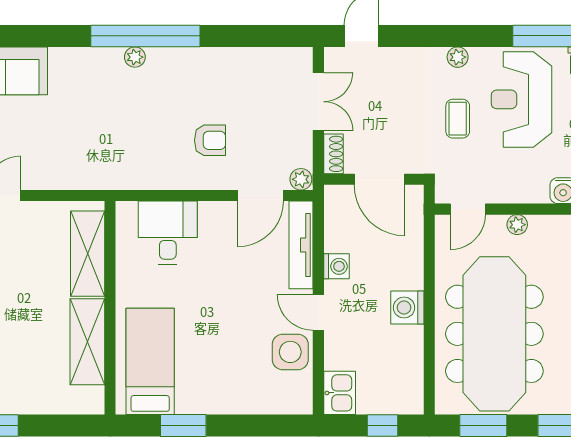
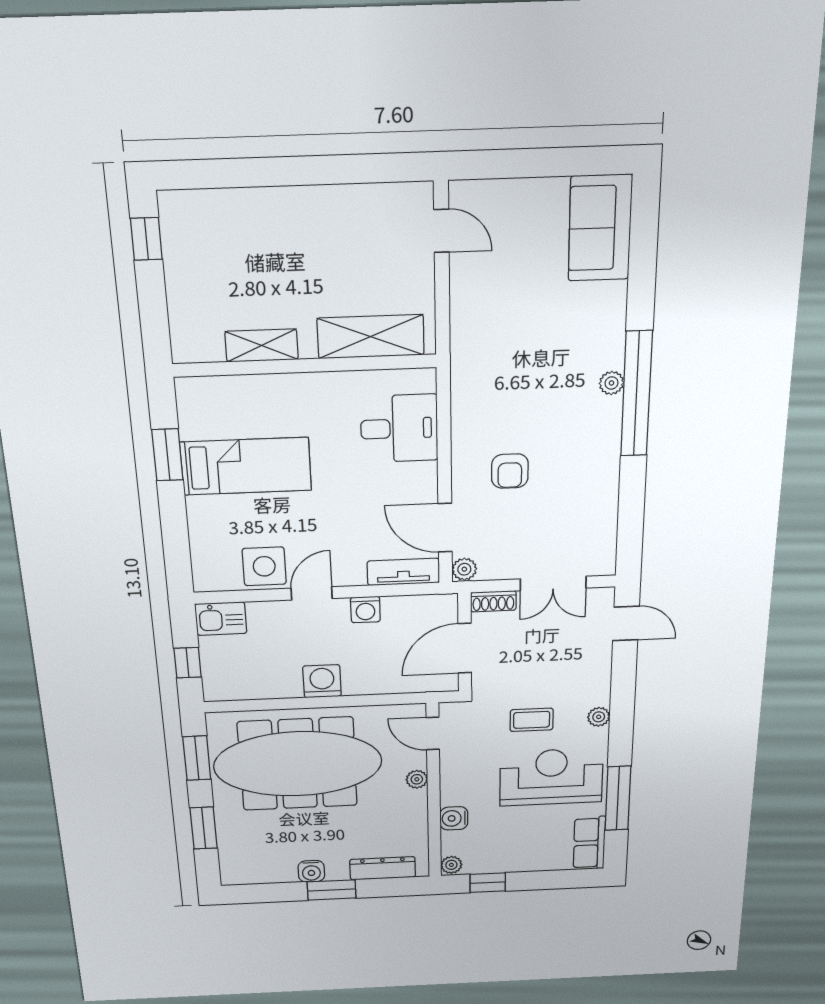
tv unit: (301, 245) -> (403, 572), width x0.71
shelving: (87, 342) -> (262, 345), width x0.67, depth x0.75
bed: (150, 361) -> (246, 466), moved

